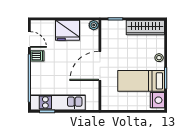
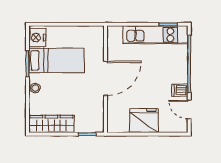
plant: (94, 25) -> (113, 127), removed

